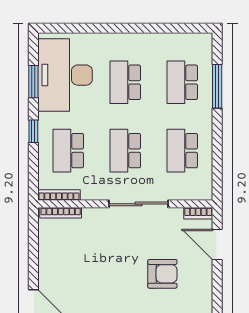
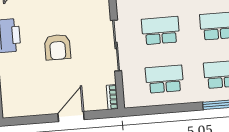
door: (217, 245) -> (71, 117), moved
armchair: (162, 274) -> (58, 47), moved

